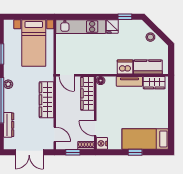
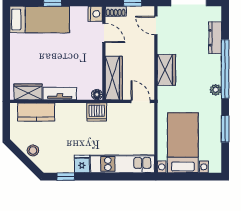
dishwasher: (125, 67) -> (97, 112), moved
wardrobe: (47, 100) -> (166, 70), width x0.67

